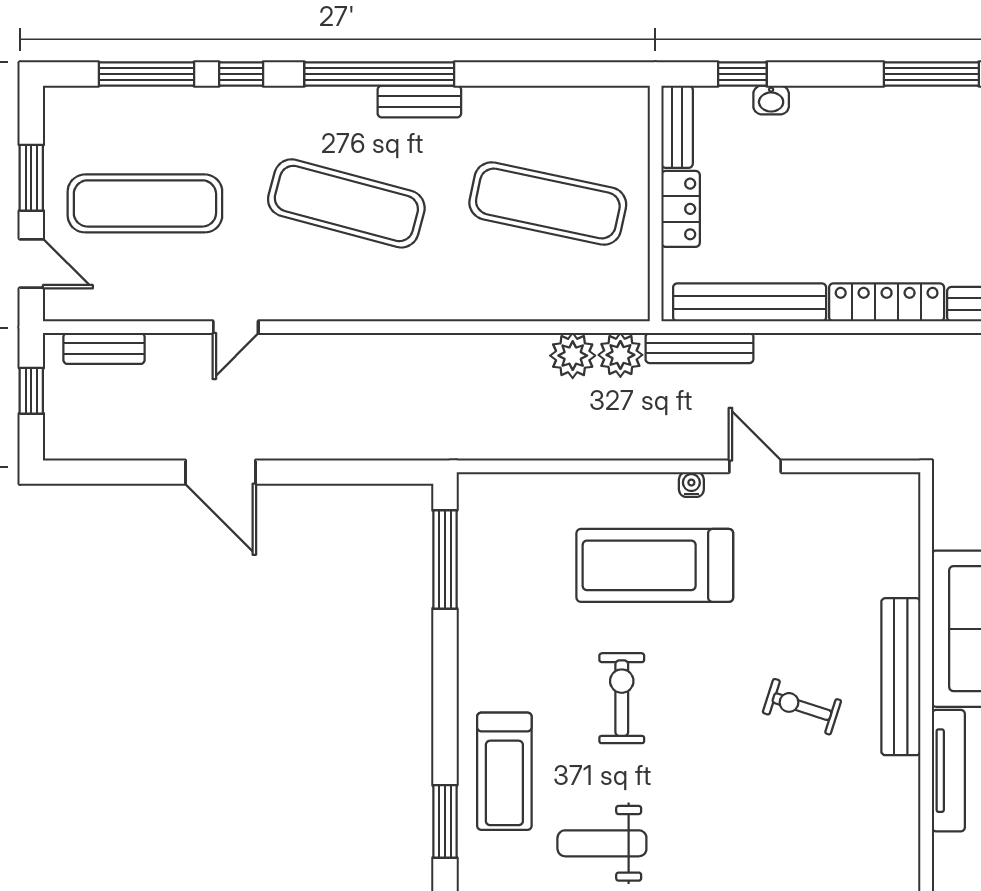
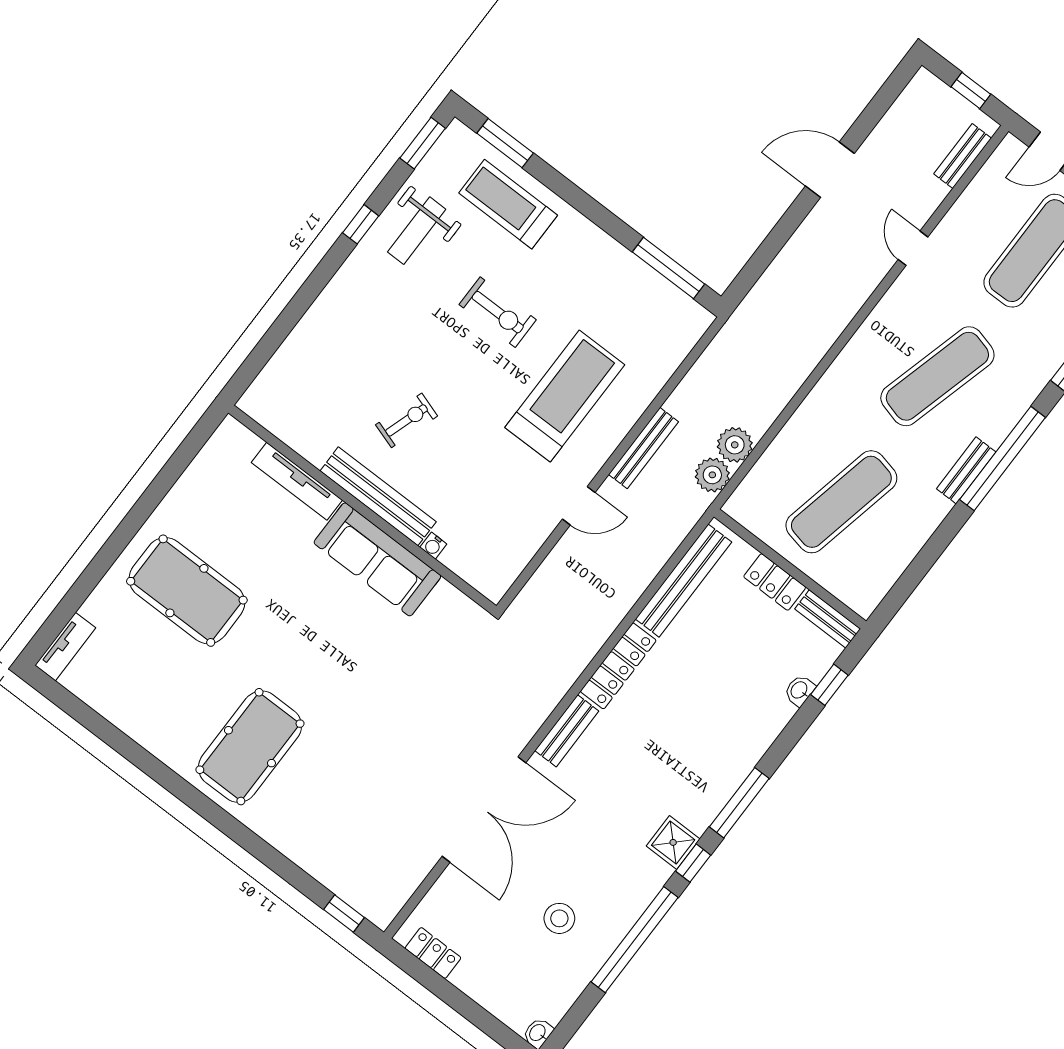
bench: (699, 348) -> (644, 448), moved
water cooler: (691, 485) -> (433, 546), moved, turned 90
weight bench: (602, 843) -> (417, 231), turned 180

